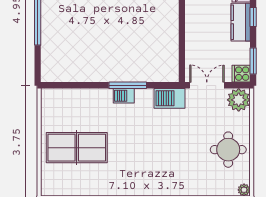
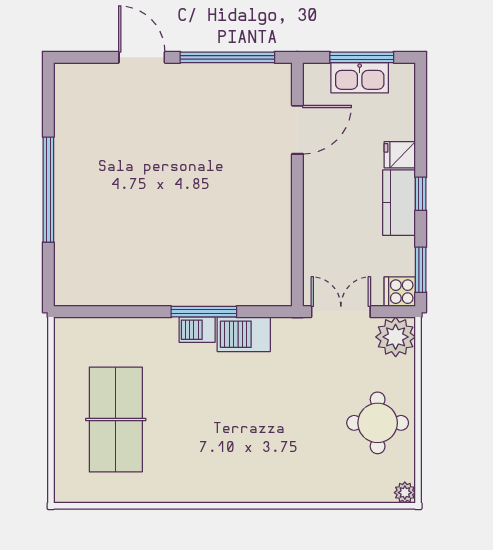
barbecue: (170, 98) -> (244, 334), moved
table tennis table: (77, 148) -> (116, 419), turned 90

